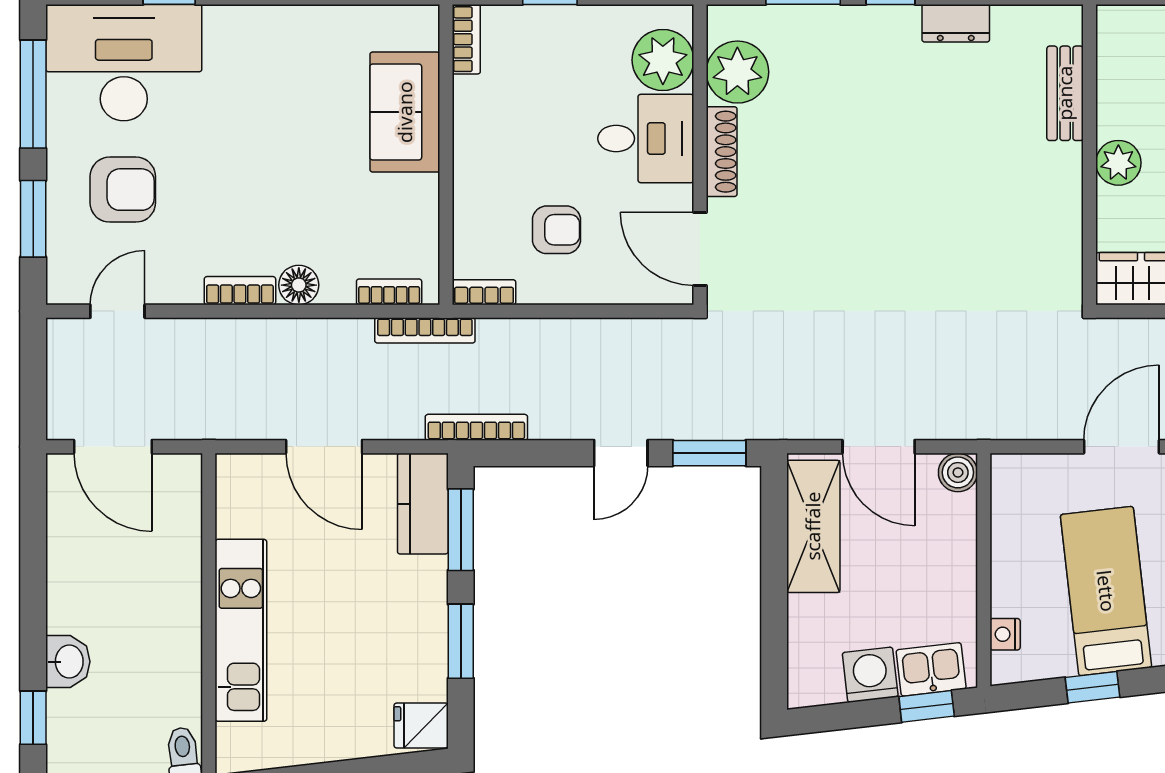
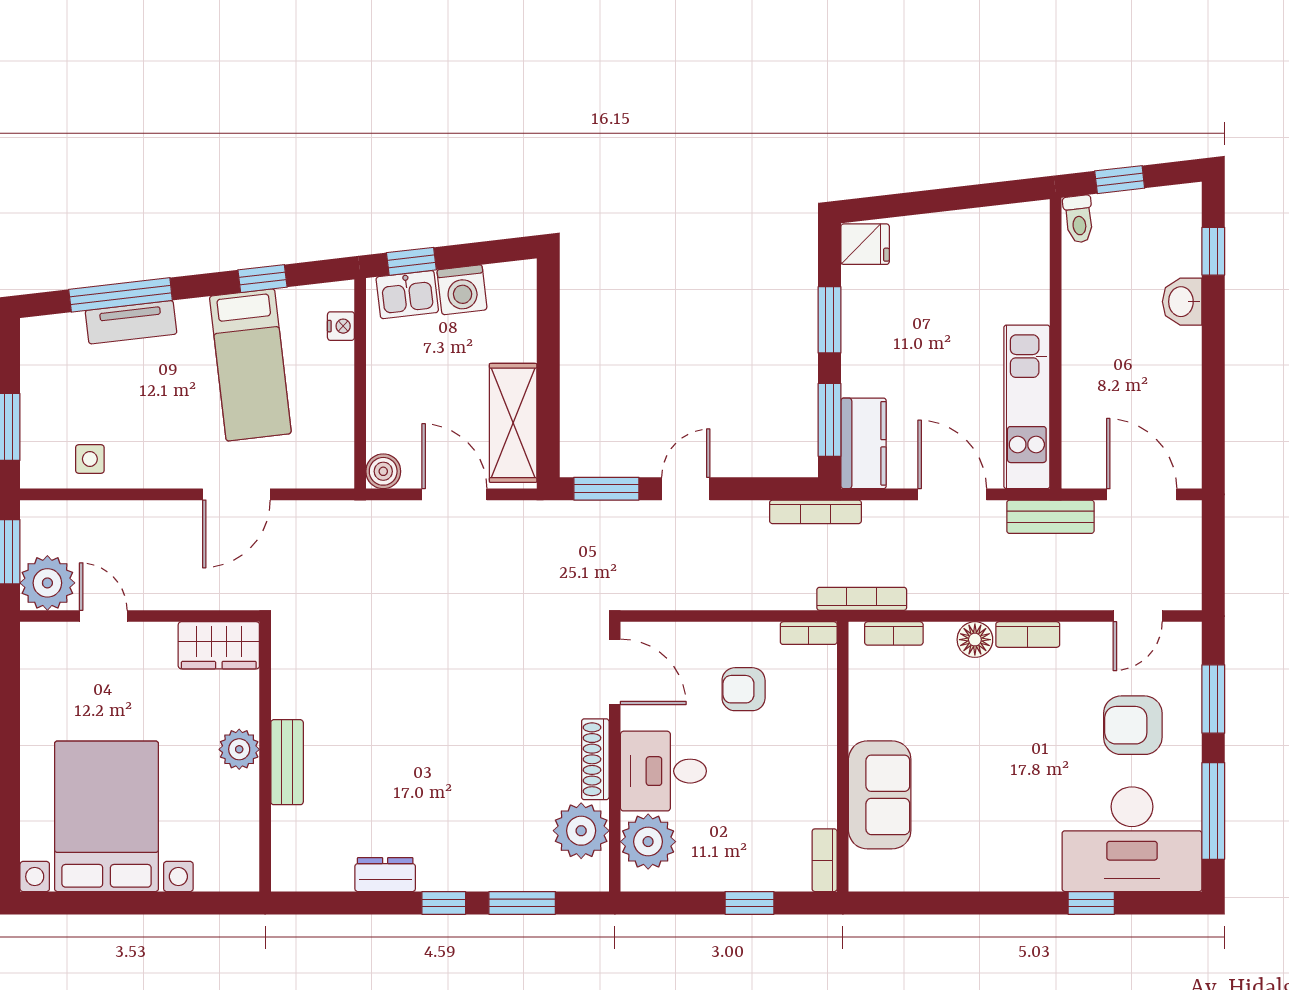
bench: (1065, 93) -> (287, 762), moved
bench: (215, 422) -> (1050, 517), added
kitchen unit: (241, 630) -> (1027, 407), moved

